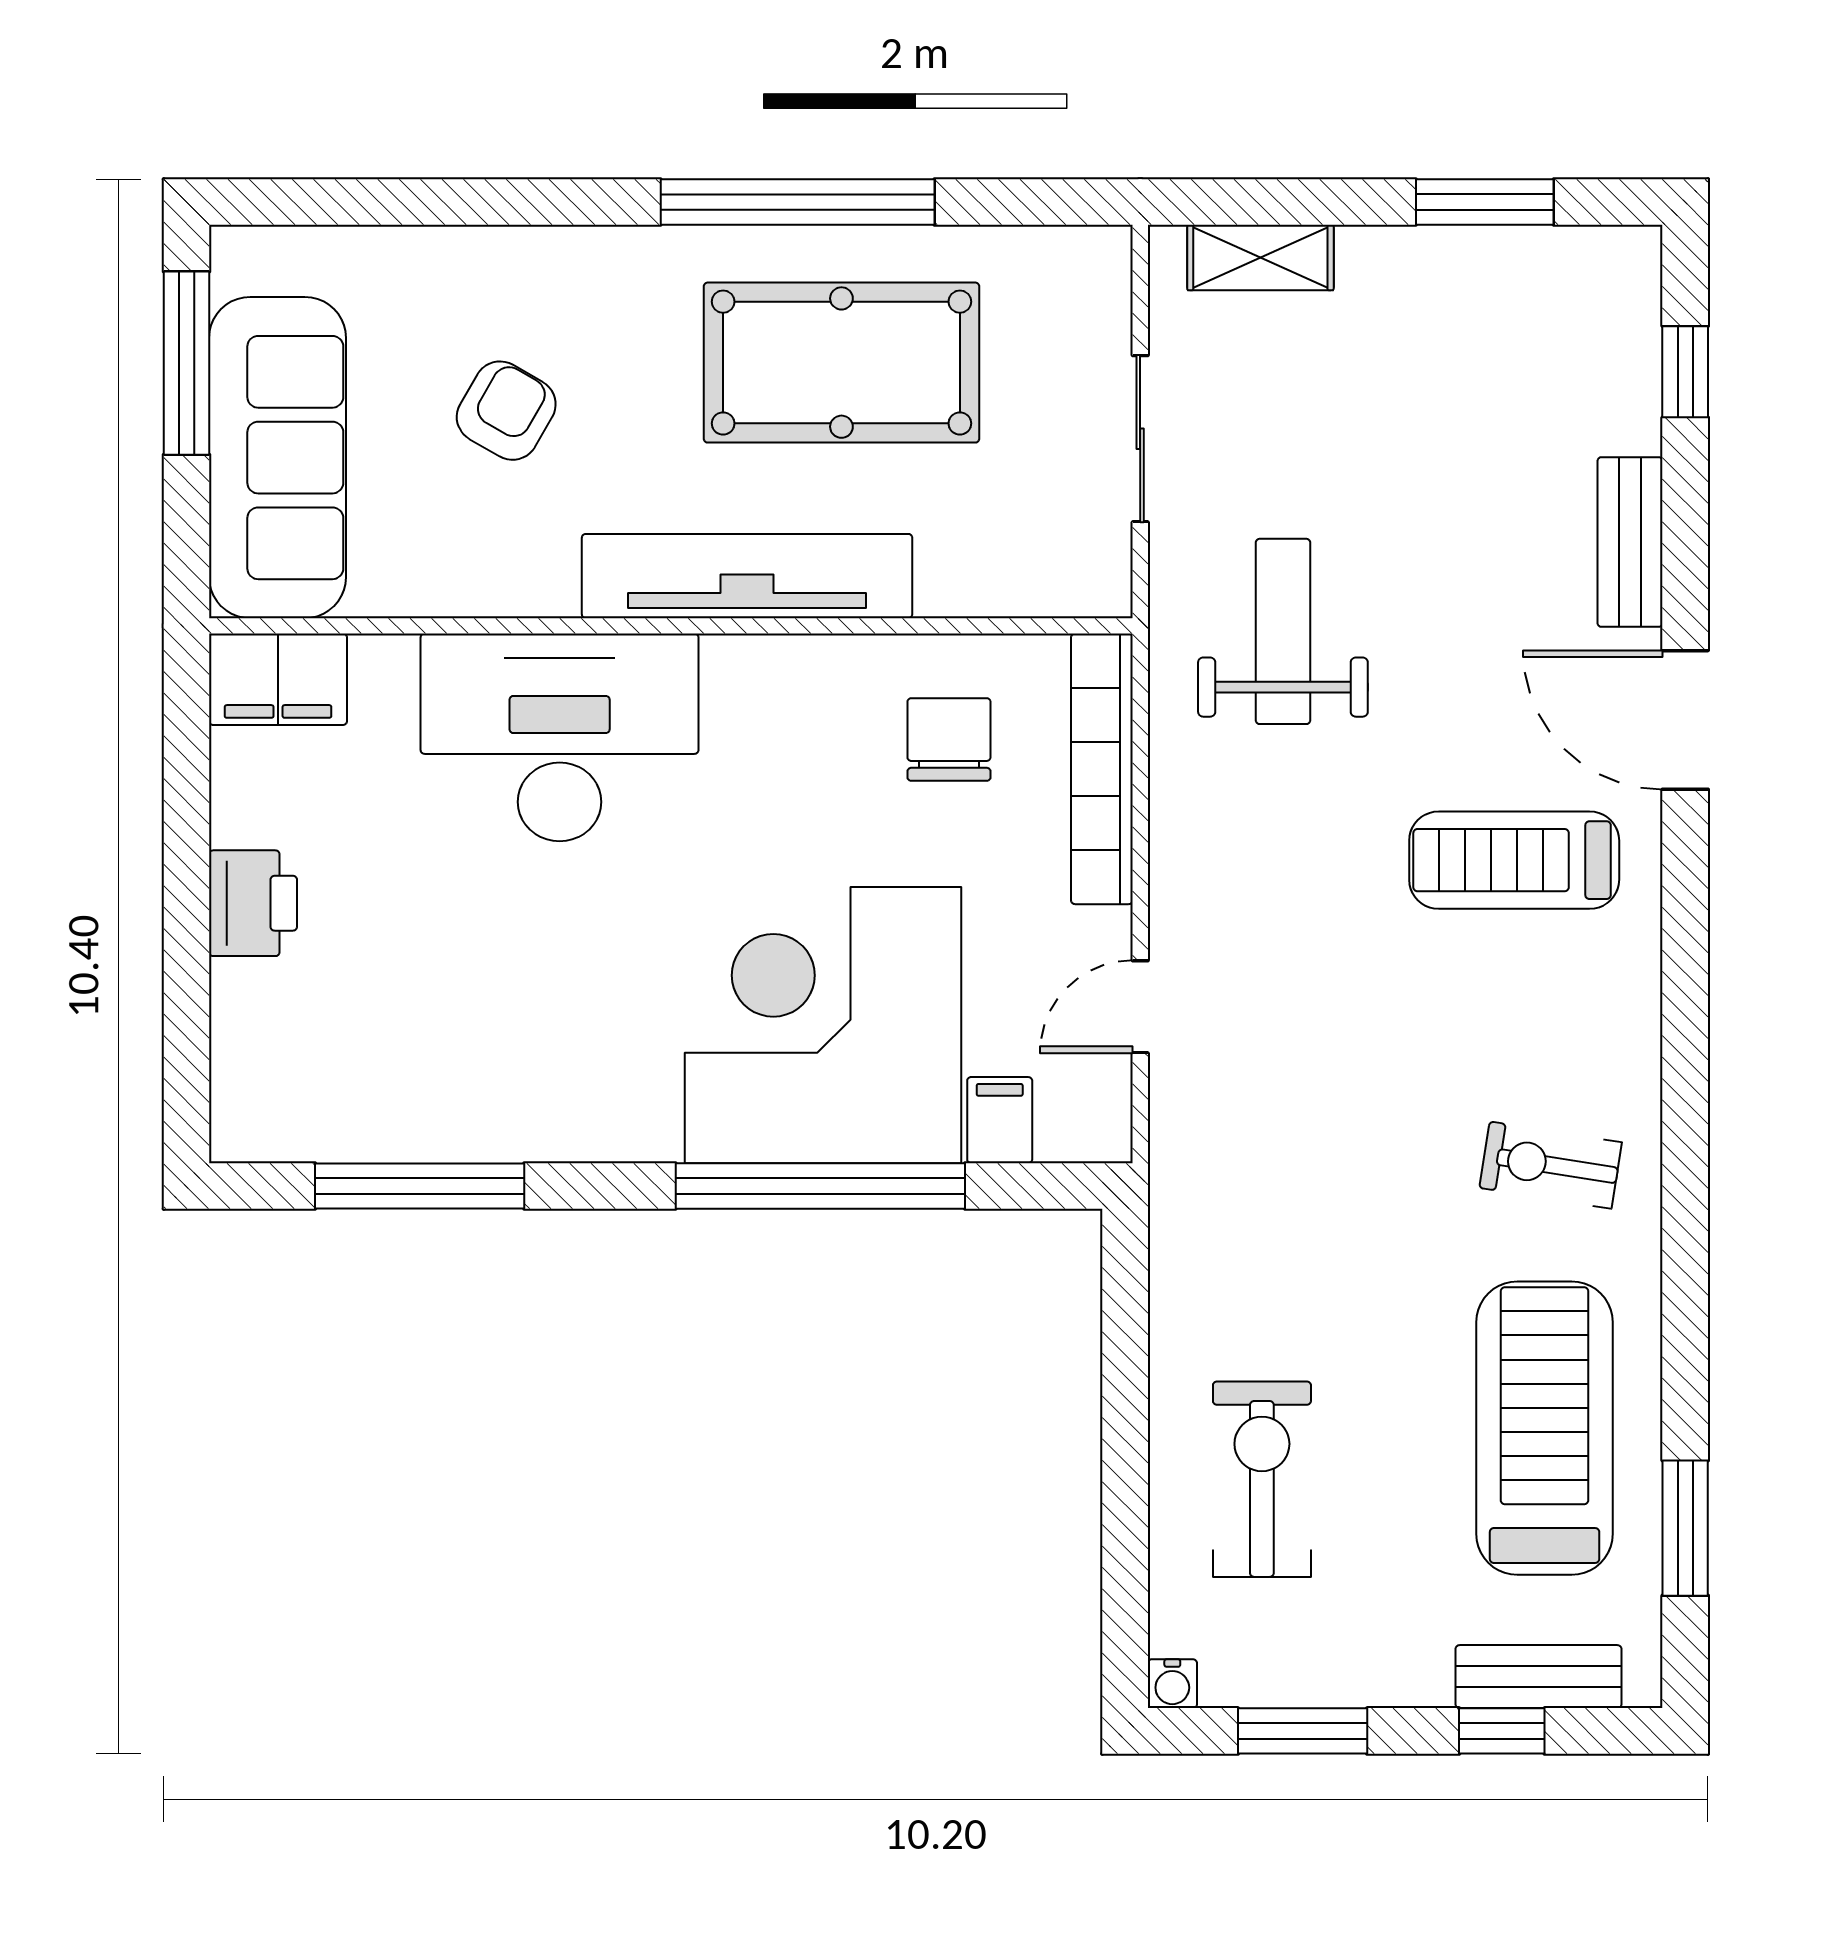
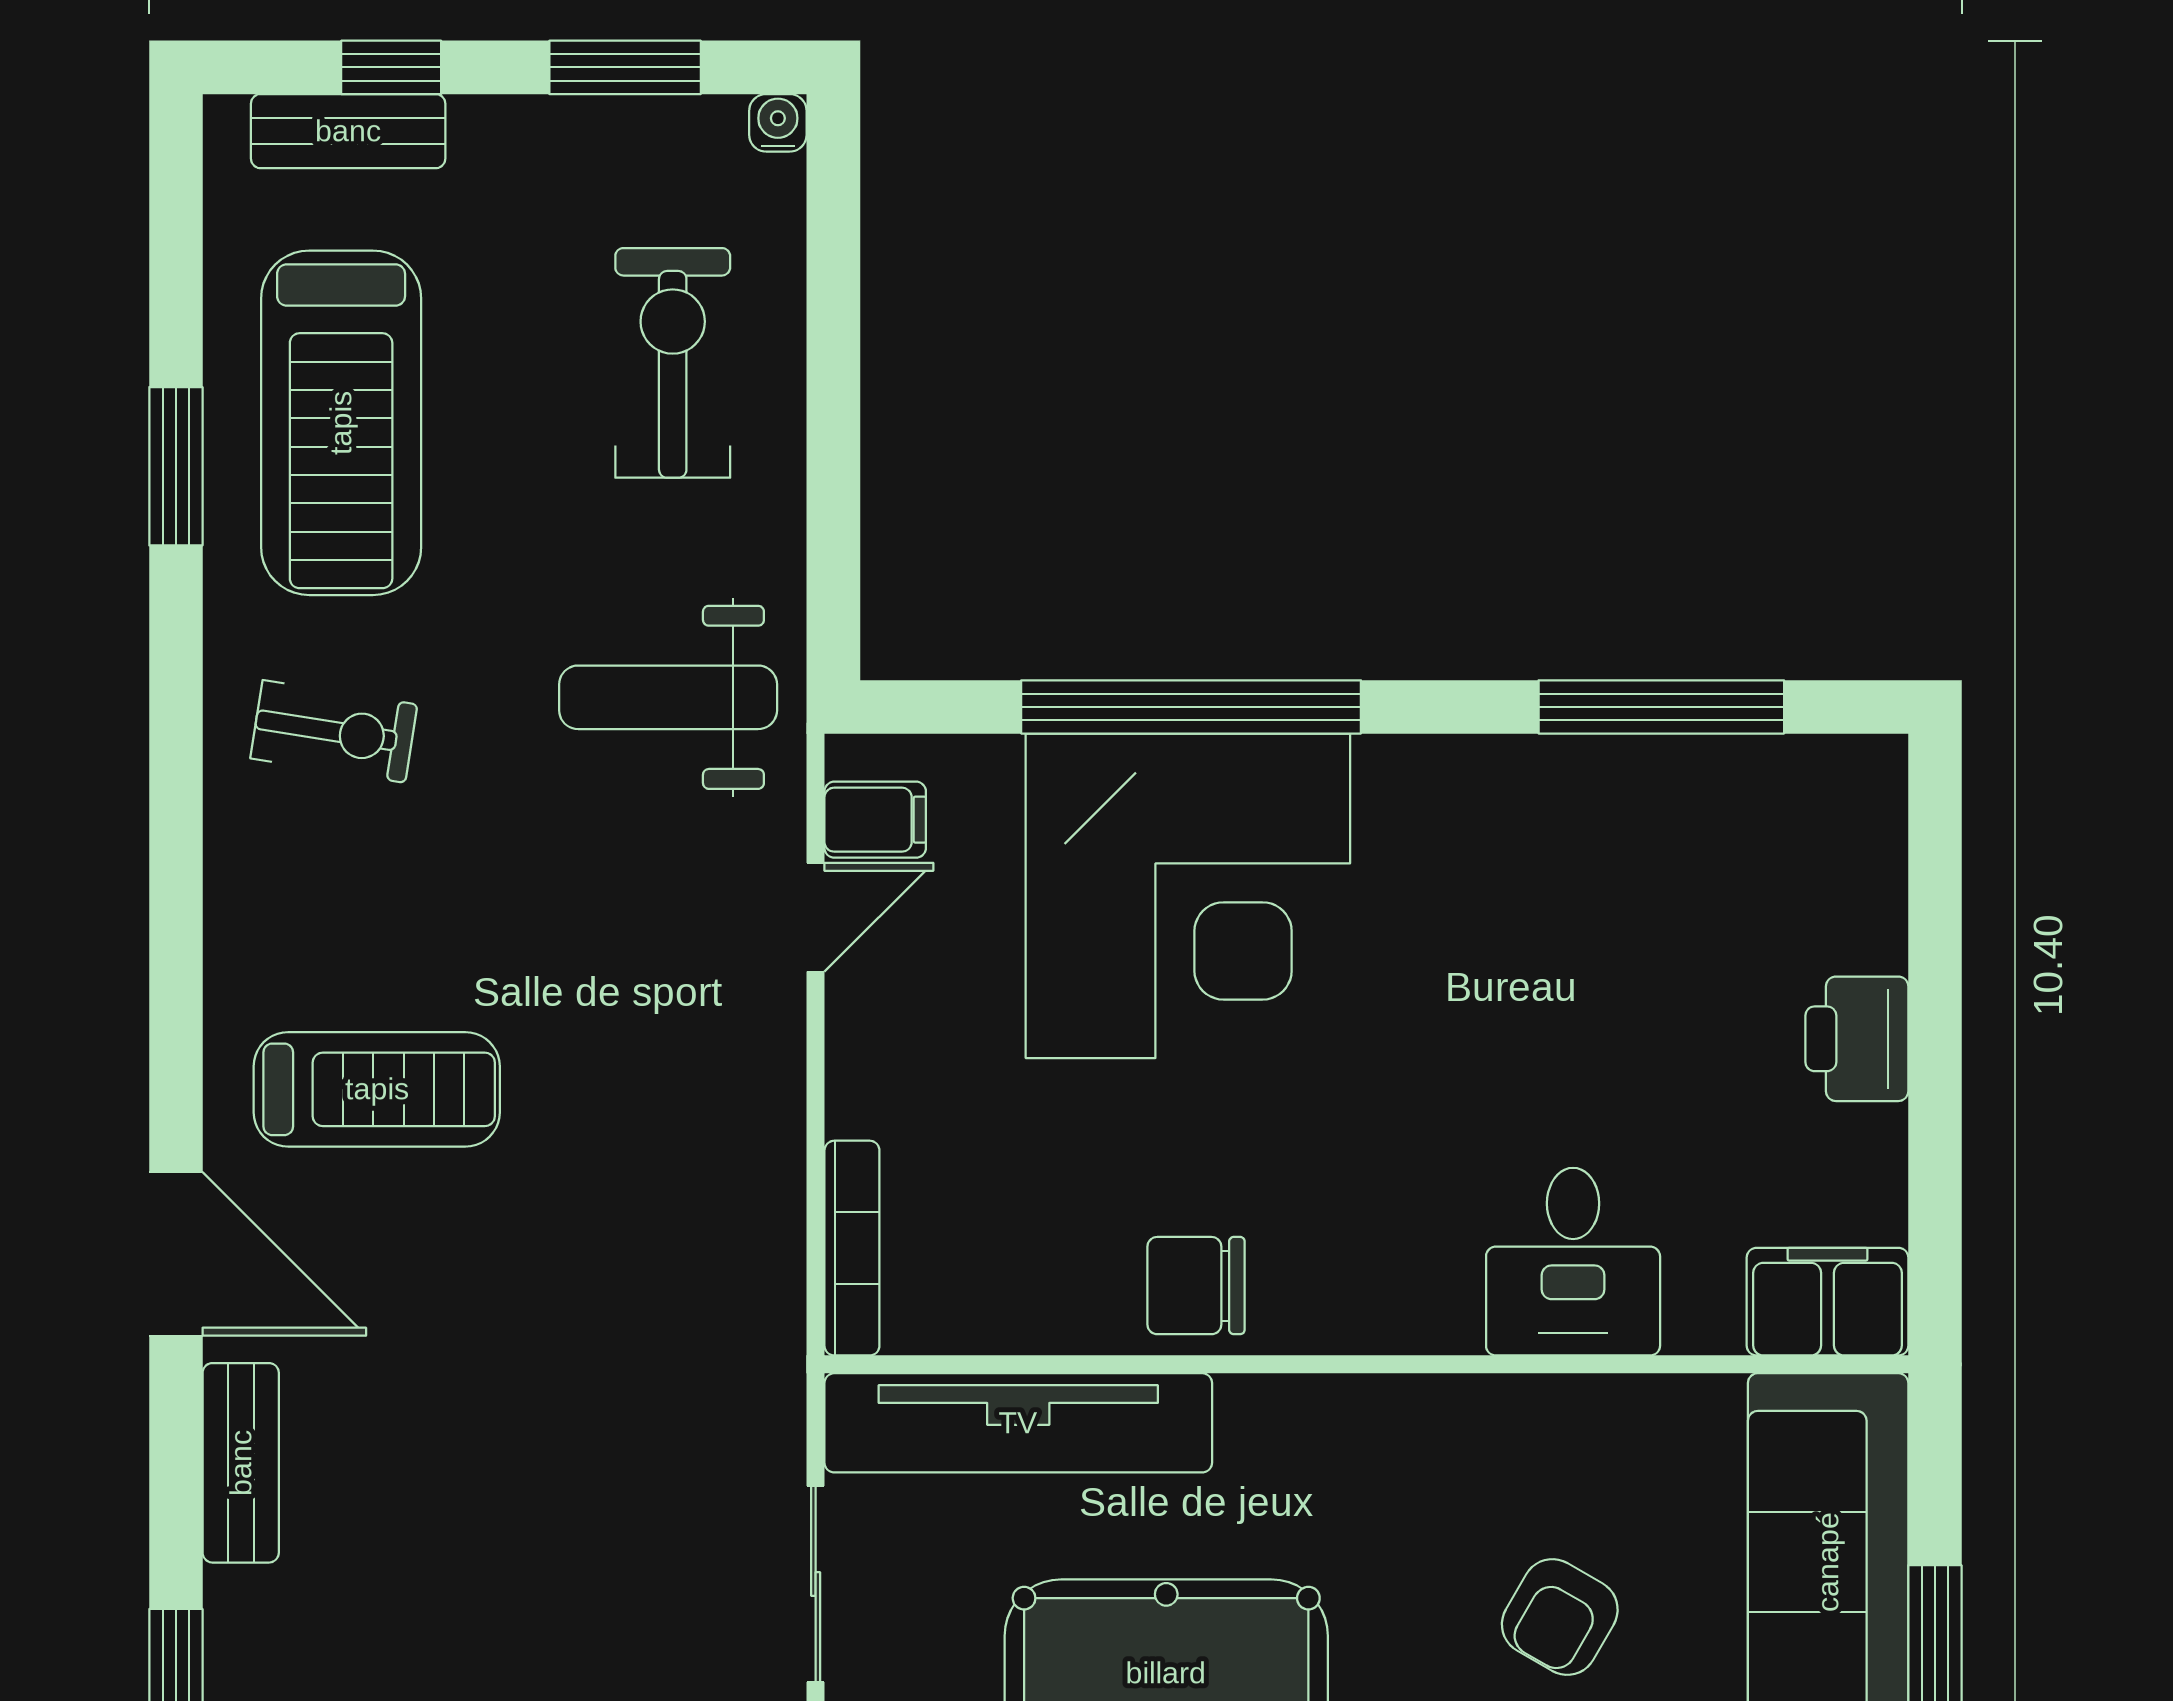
tv unit: (747, 576) -> (1018, 1423), moved
weight bench: (1283, 631) -> (668, 697), moved, turned 90
desk: (560, 737) -> (1573, 1262), width x0.53, depth x0.77
chair: (949, 739) -> (1196, 1286), moved, turned 90
bookcase: (1102, 769) -> (852, 1248), width x0.68, depth x0.76
filing cabinet: (1000, 1120) -> (875, 820), moved, turned -90
exercise bike: (1262, 1479) -> (673, 363), turned 180
window: (1685, 1528) -> (176, 466), moved

